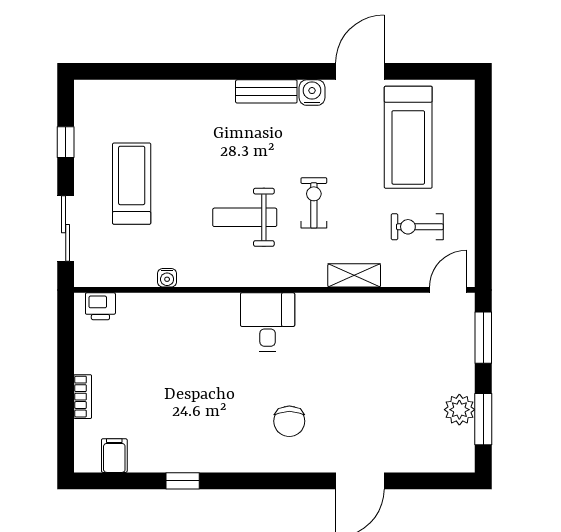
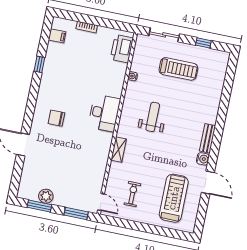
treadmill: (408, 137) -> (174, 198), turned 90
exercise bike: (314, 203) -> (153, 149), removed
shelving: (354, 275) -> (119, 150), moved
printer: (100, 306) -> (122, 49), width x1.87, depth x1.48
desk: (268, 322) -> (104, 113), width x1.37

